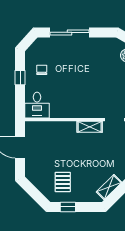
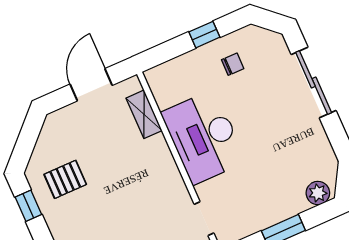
desk: (37, 105) -> (204, 137), moved, width x1.87, depth x1.30
shelving: (90, 127) -> (144, 114), moved

